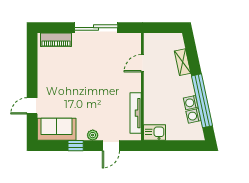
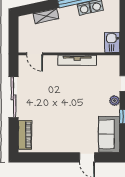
door: (142, 63) -> (35, 54), moved
tv unit: (136, 113) -> (77, 60), moved

